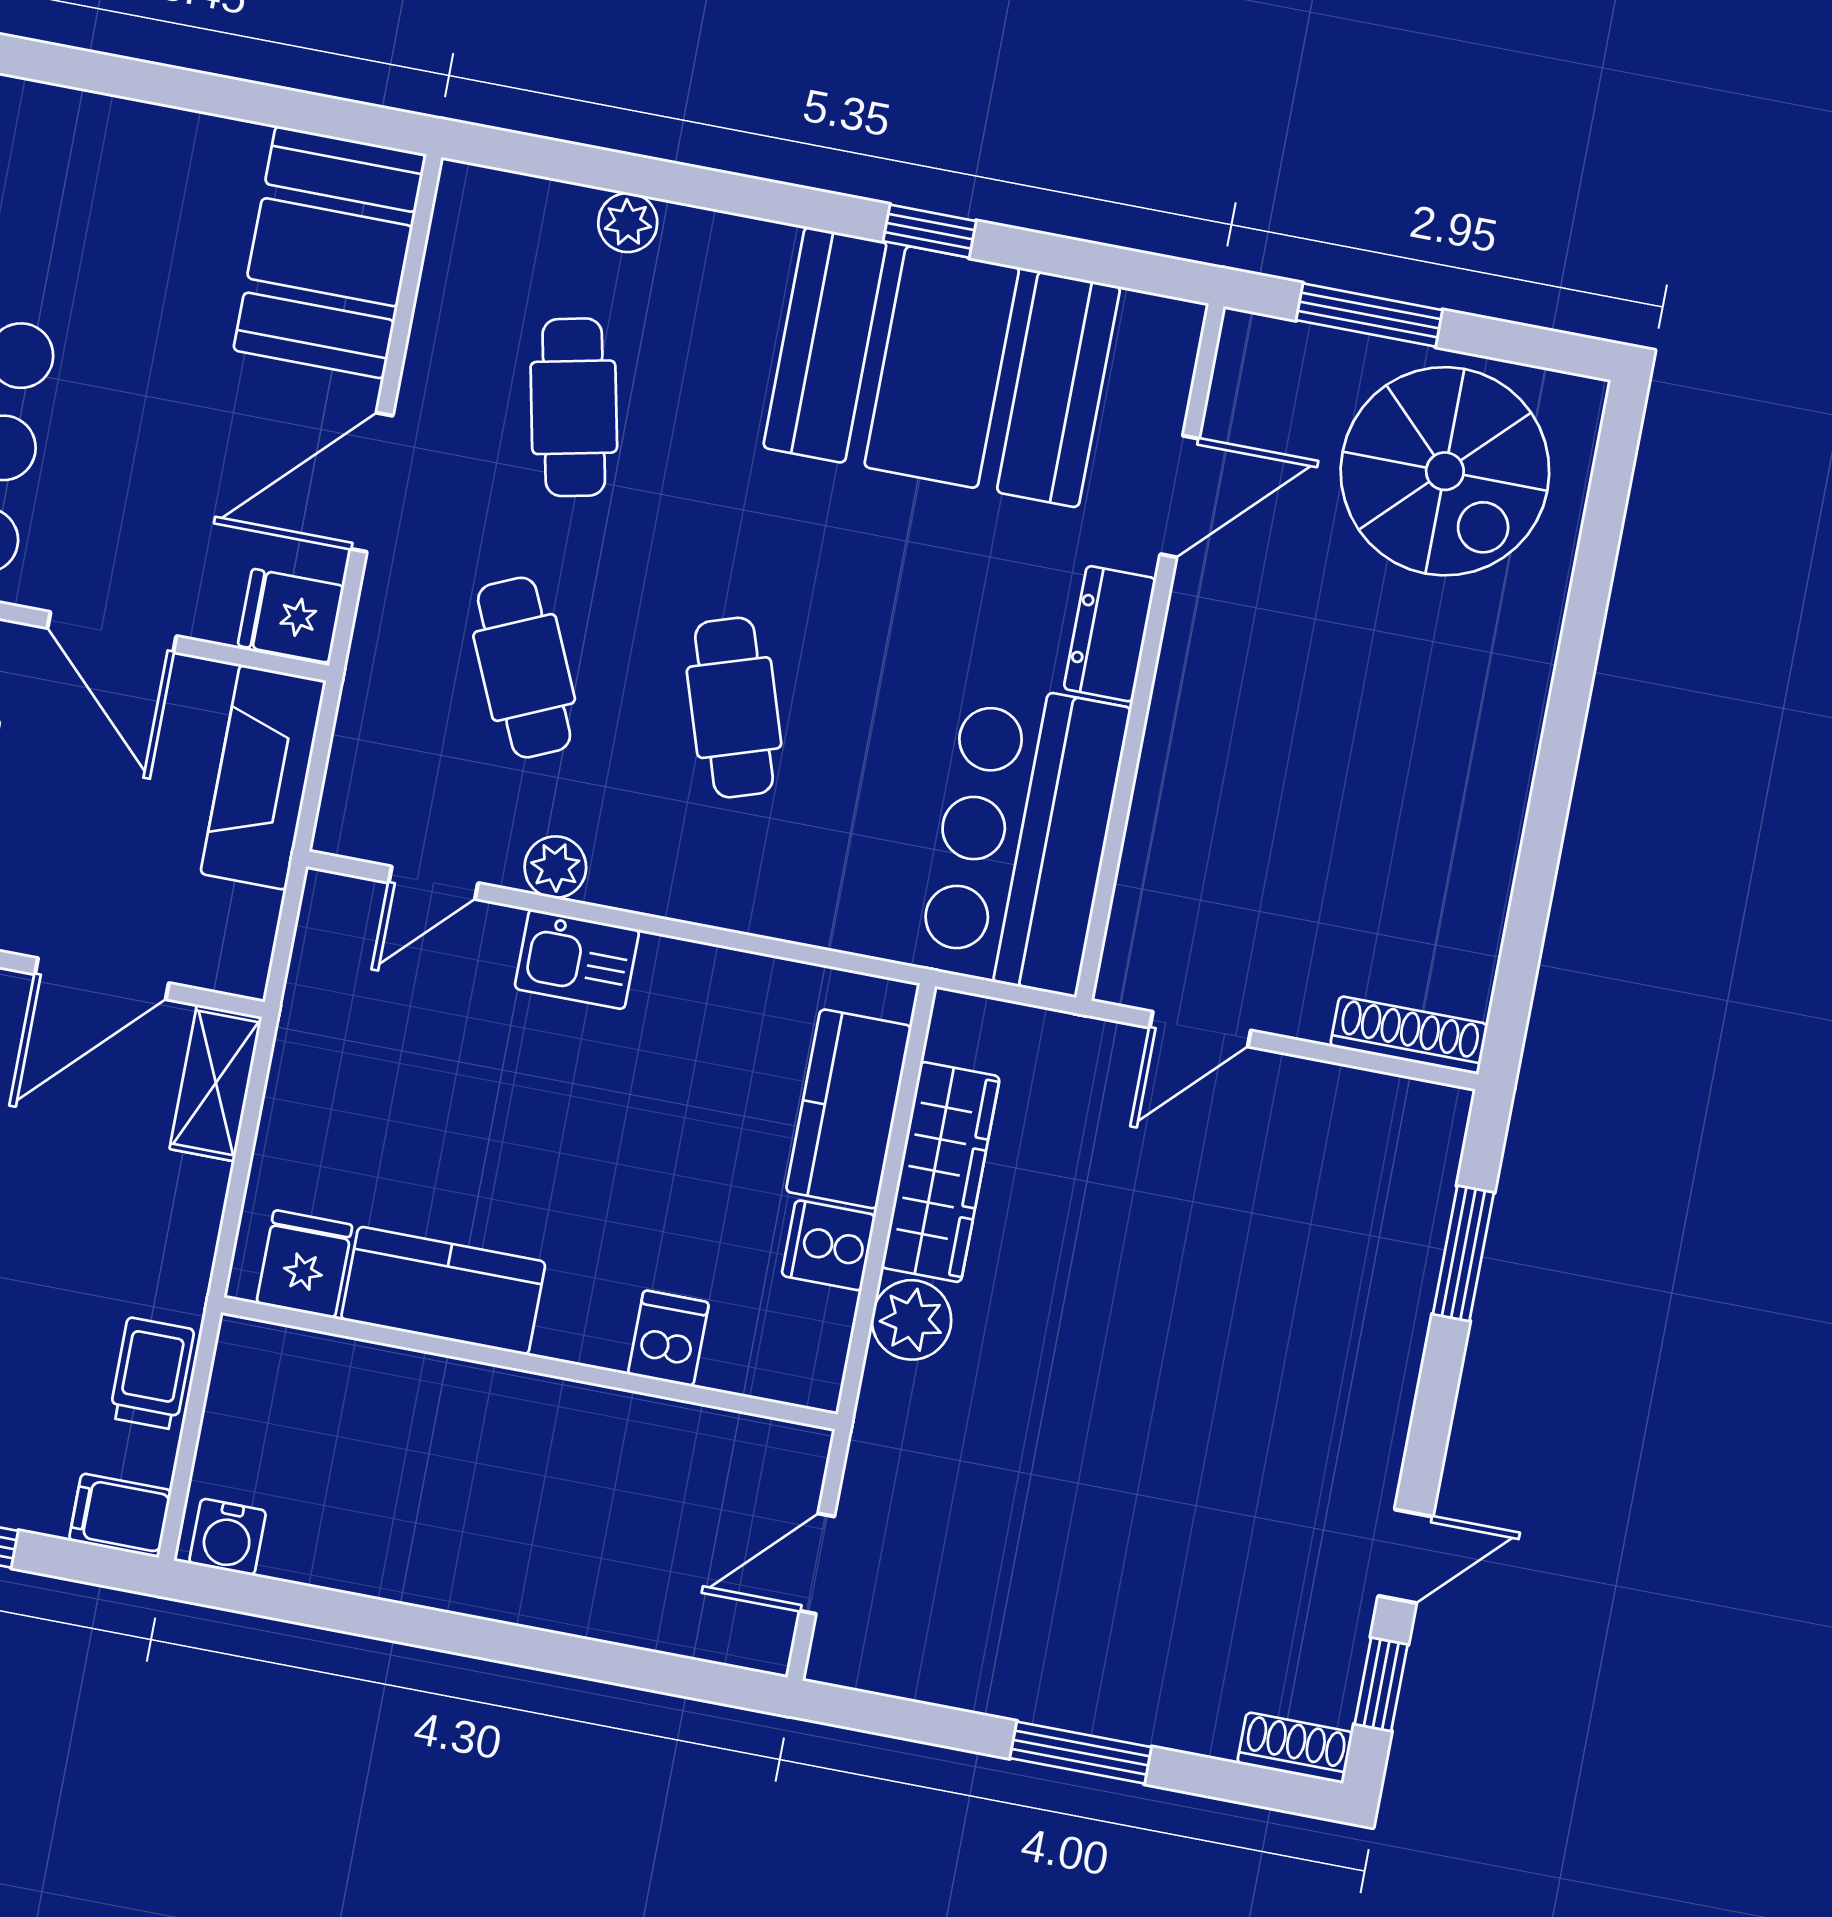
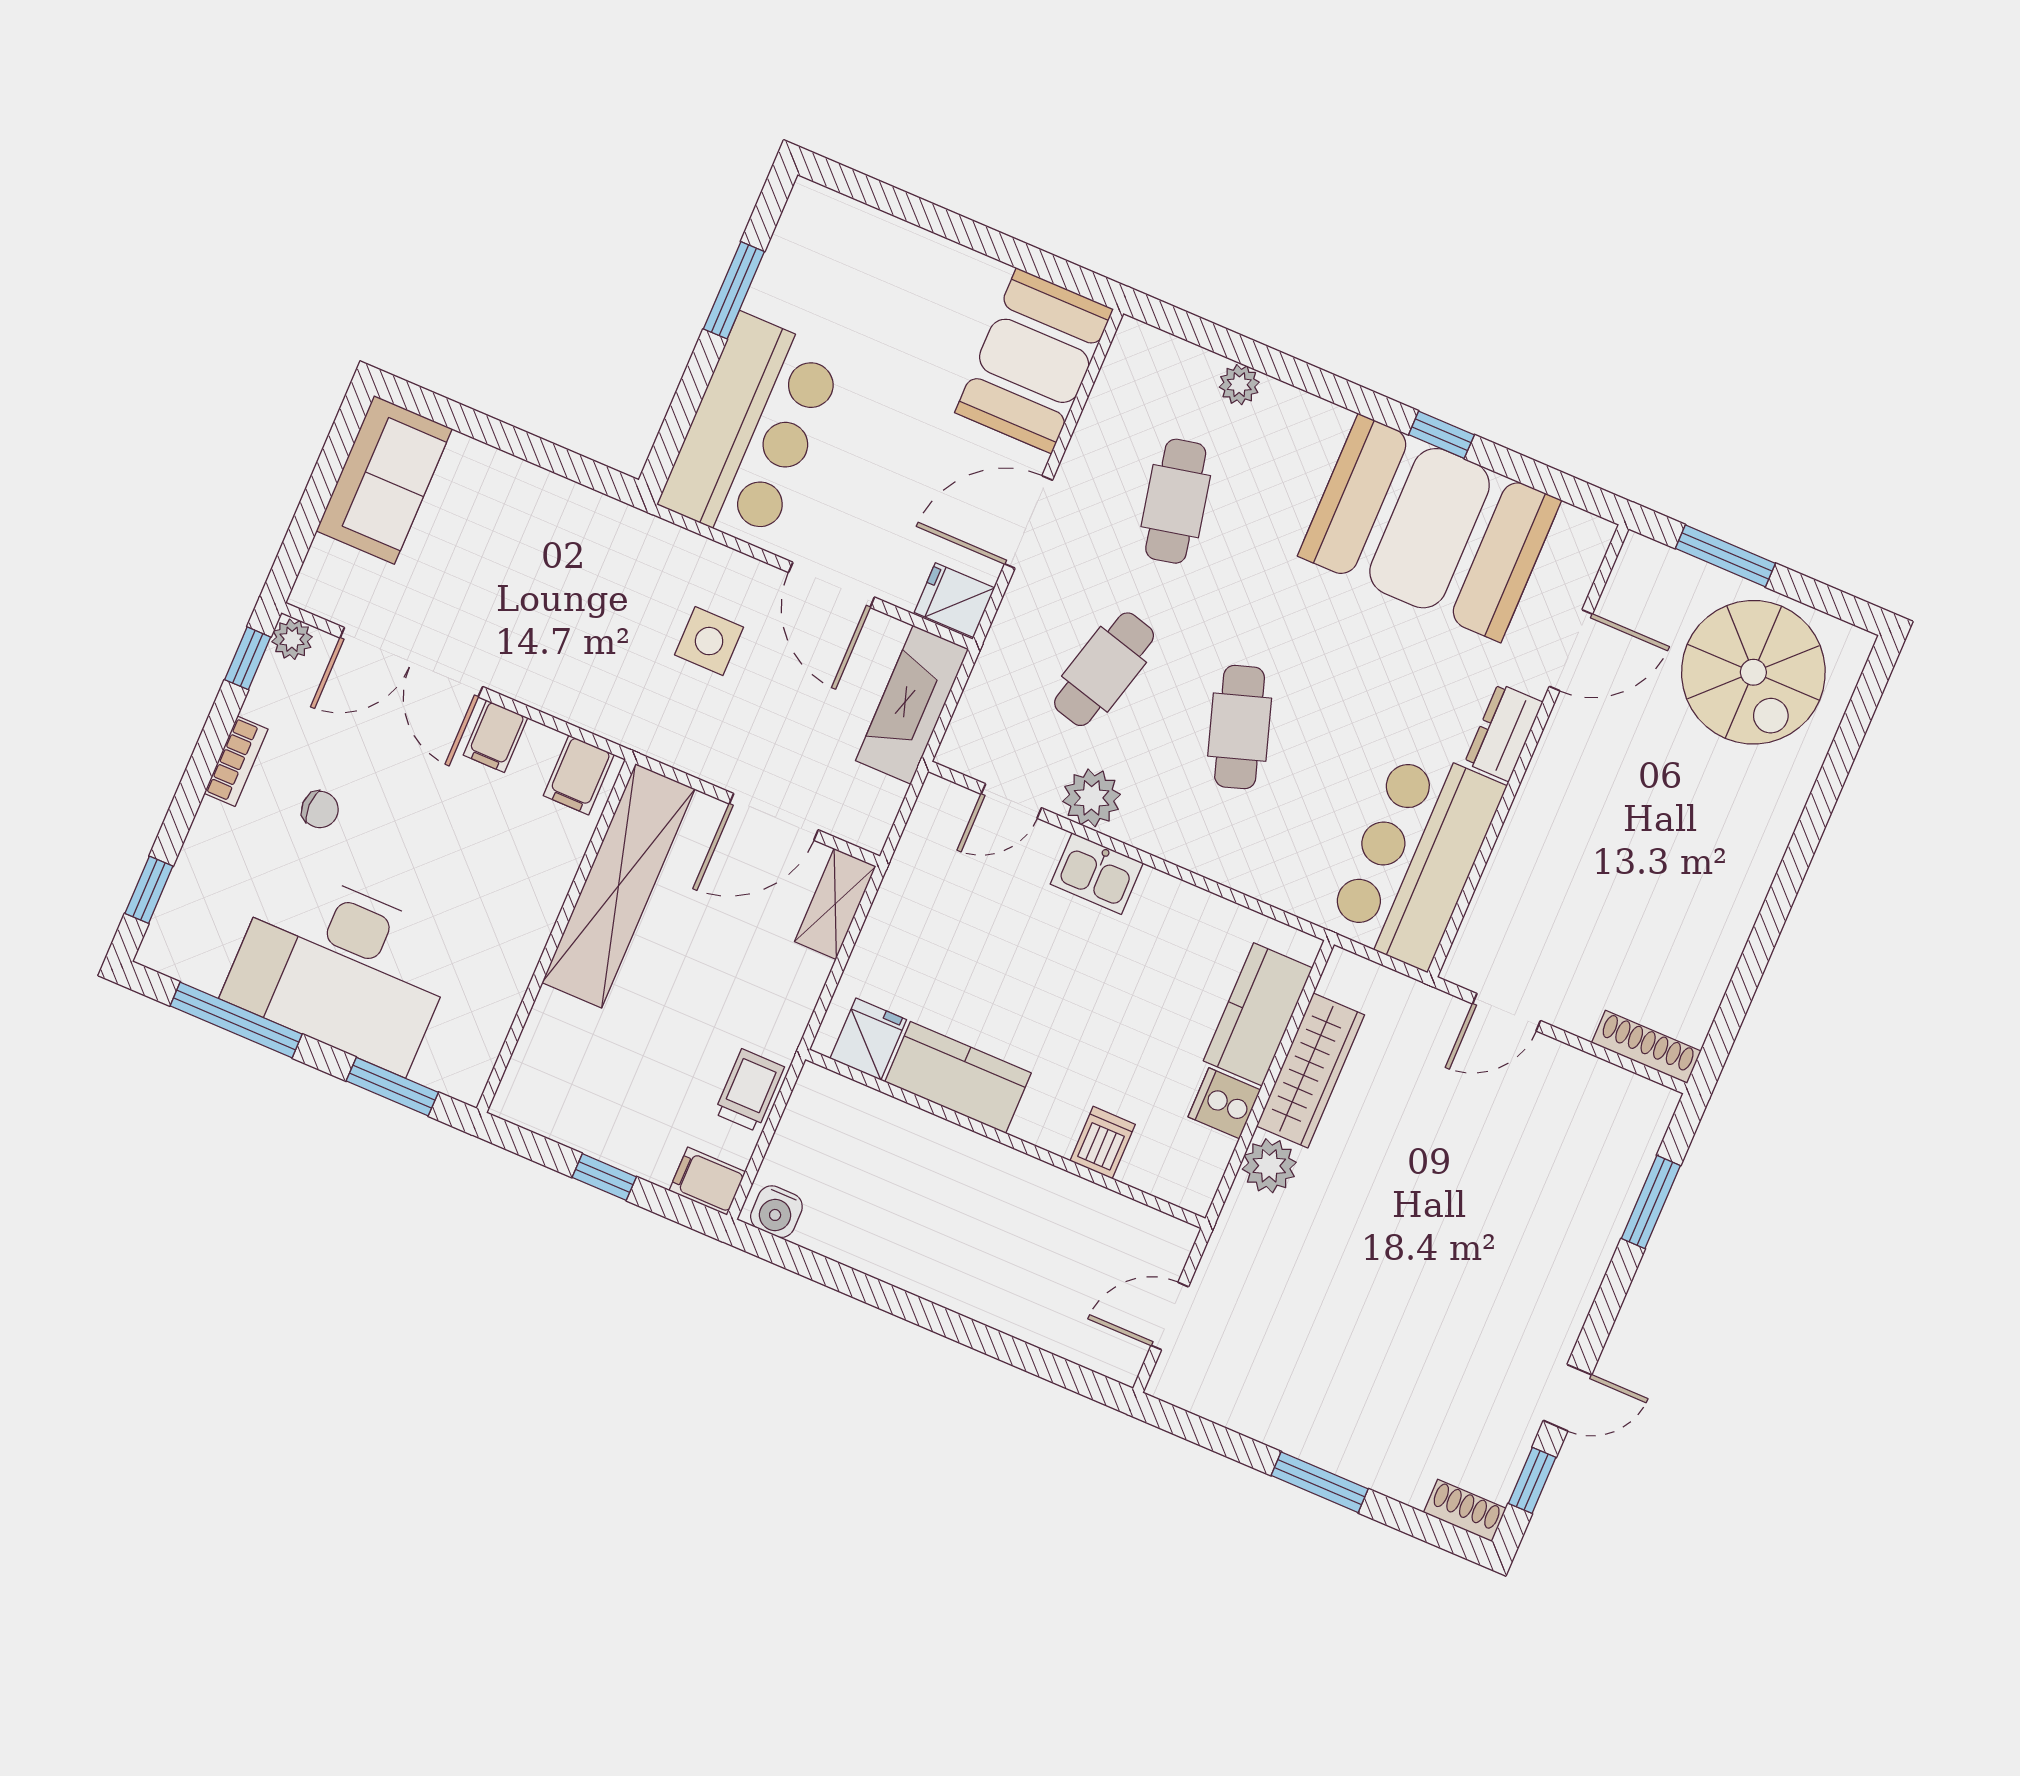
cafe table: (524, 668) -> (1104, 669), turned 39
plant: (555, 867) -> (1092, 798), width x1.38, depth x1.38

